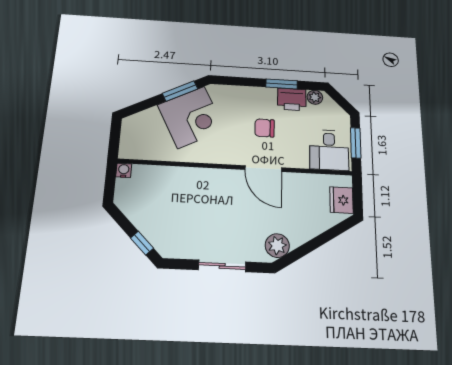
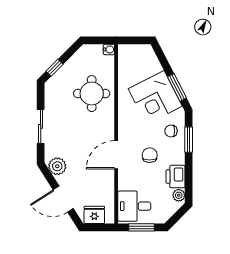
window: (282, 84) -> (189, 140), moved
chair: (235, 101) -> (171, 131), added
round table: (181, 195) -> (92, 94), added
door: (321, 240) -> (63, 199), added

